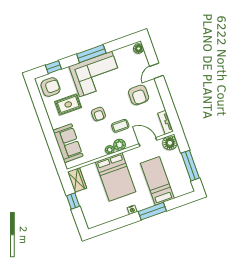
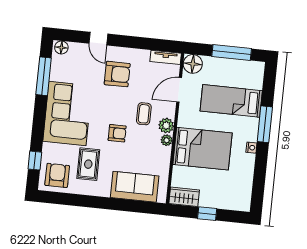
window: (91, 54) -> (44, 76), moved

